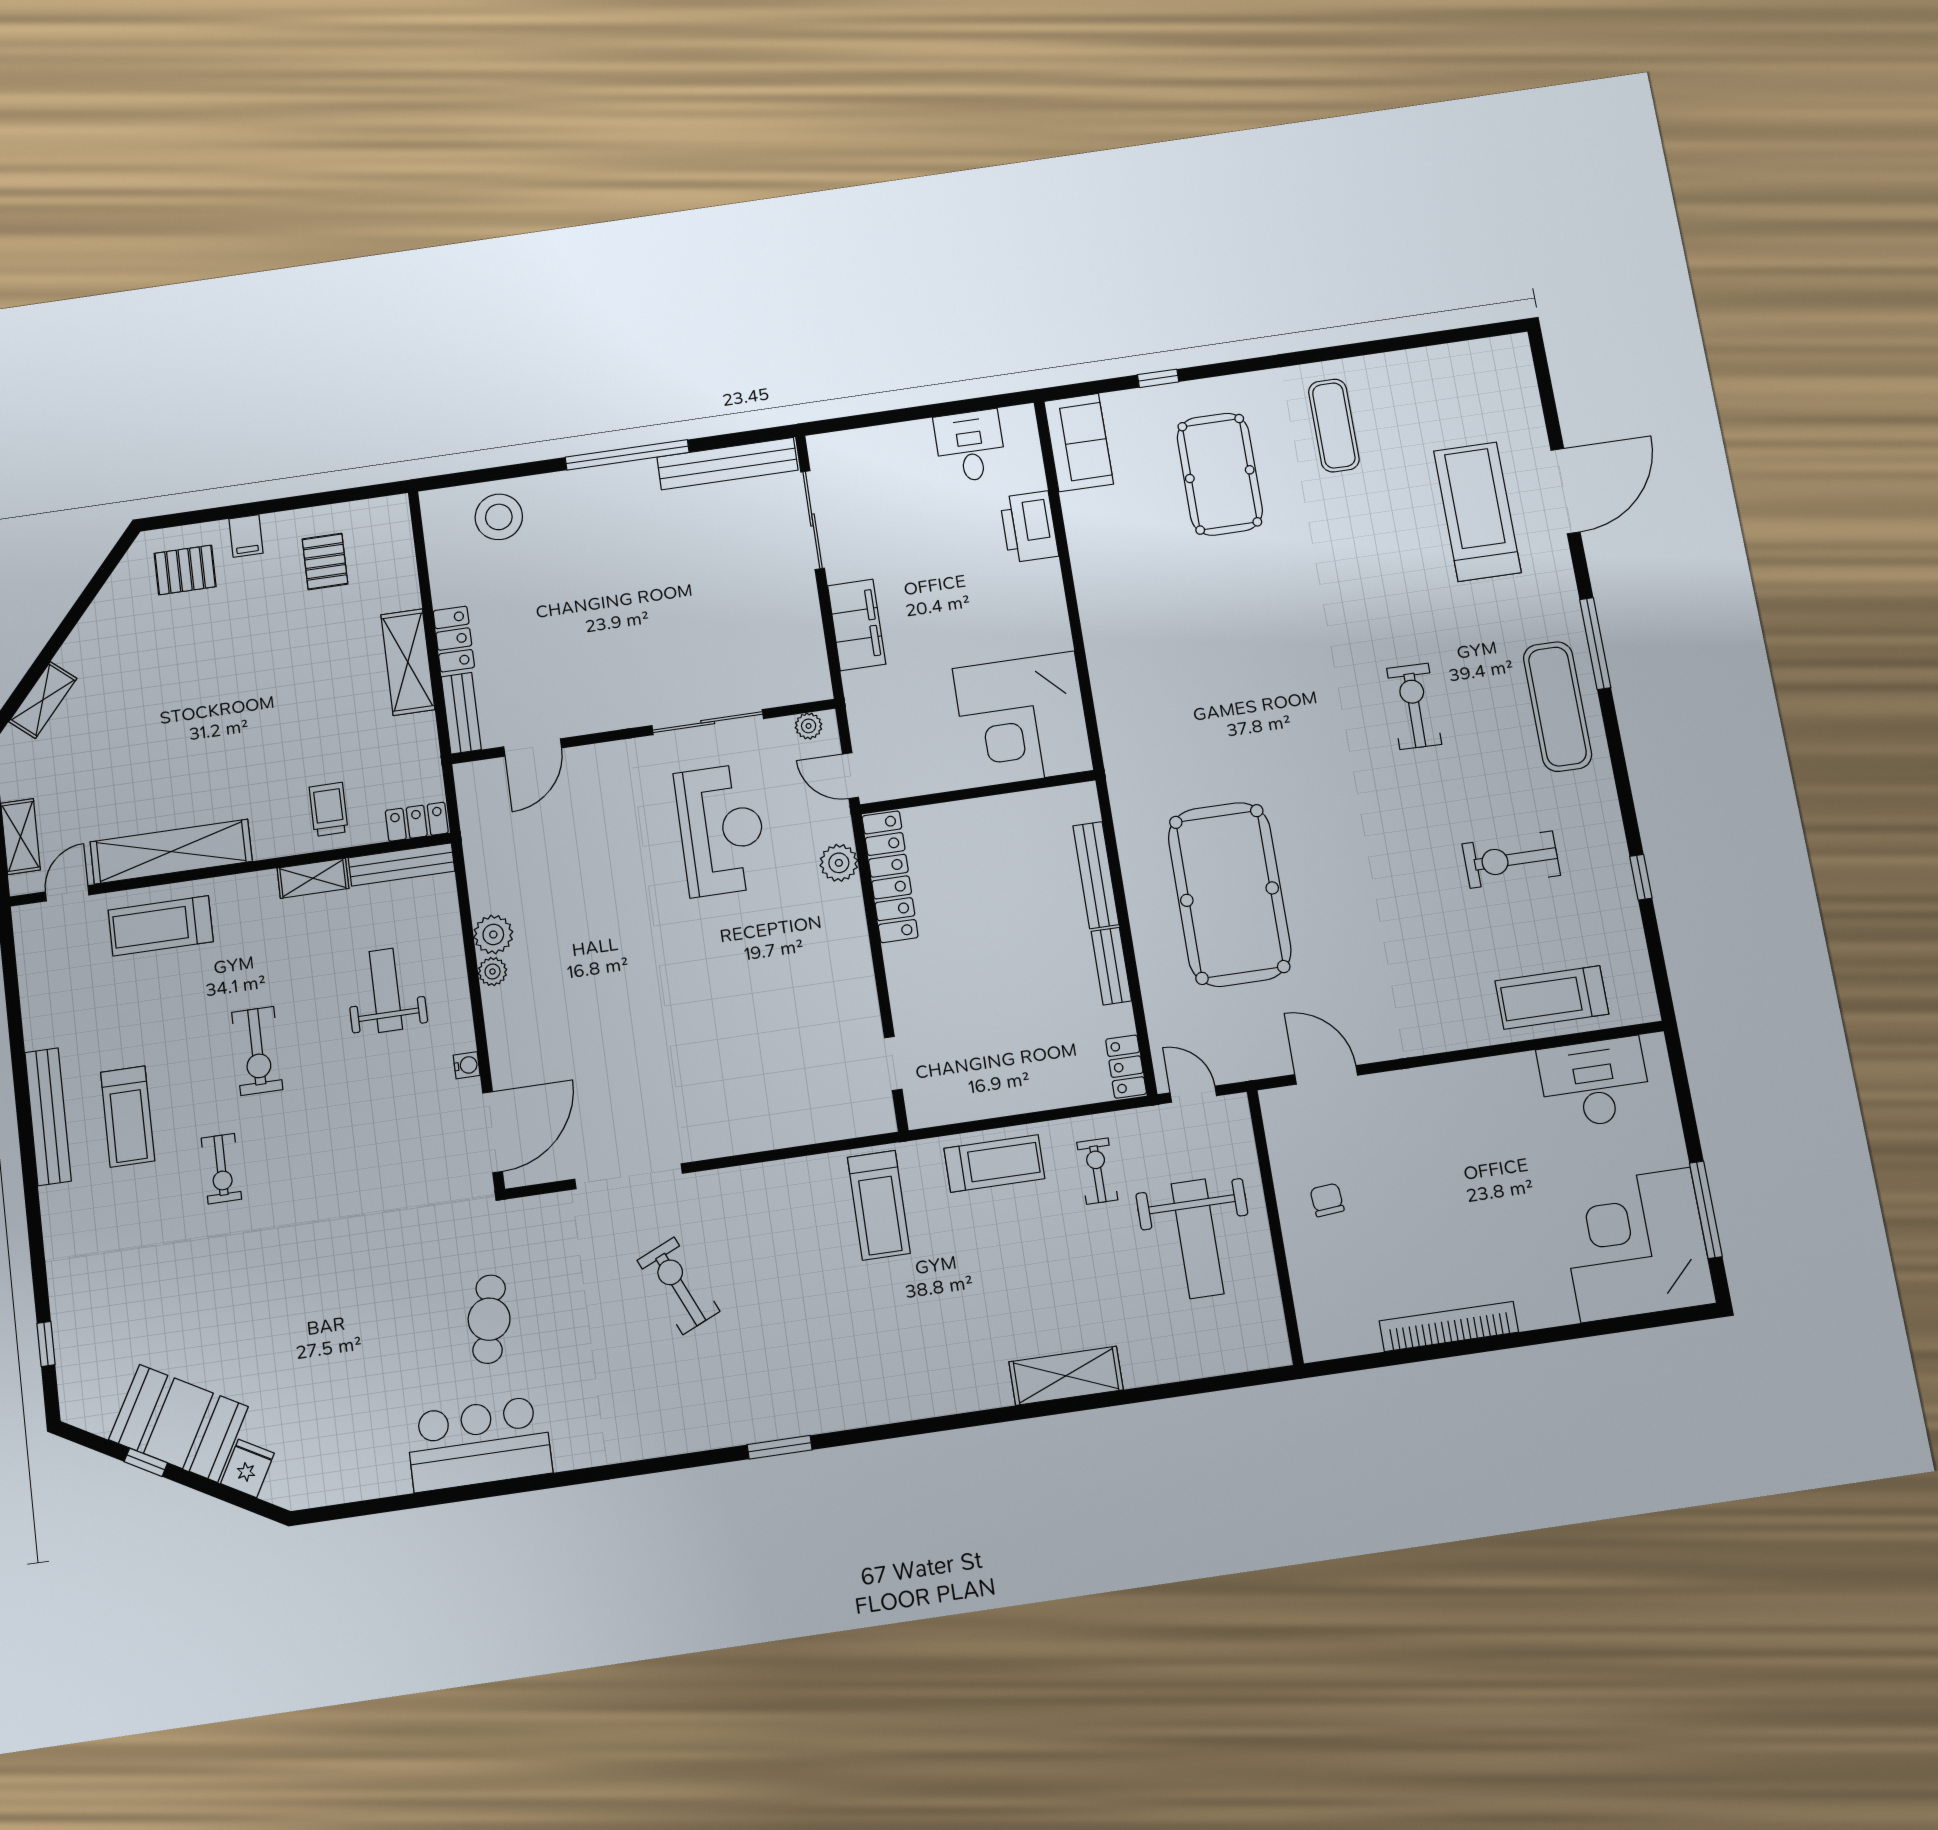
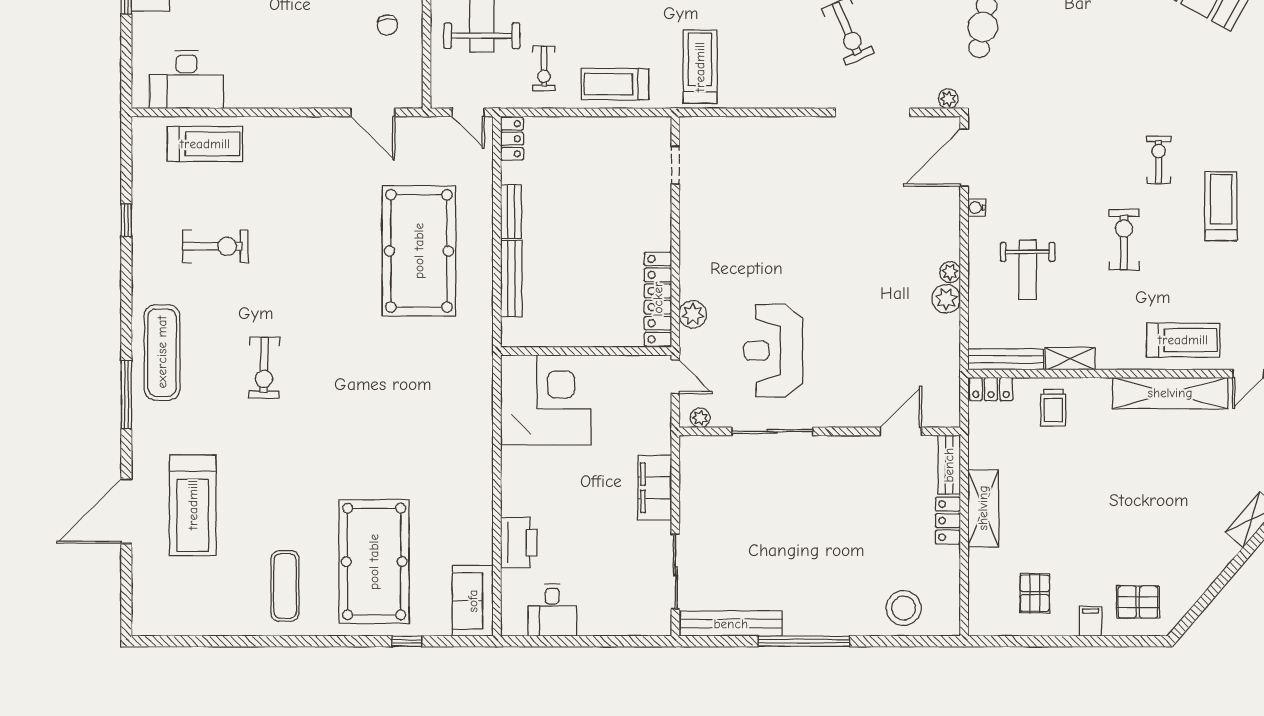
pool table: (1220, 474) -> (374, 562), width x1.36, depth x1.32
plant: (525, 1211) -> (948, 99), added

